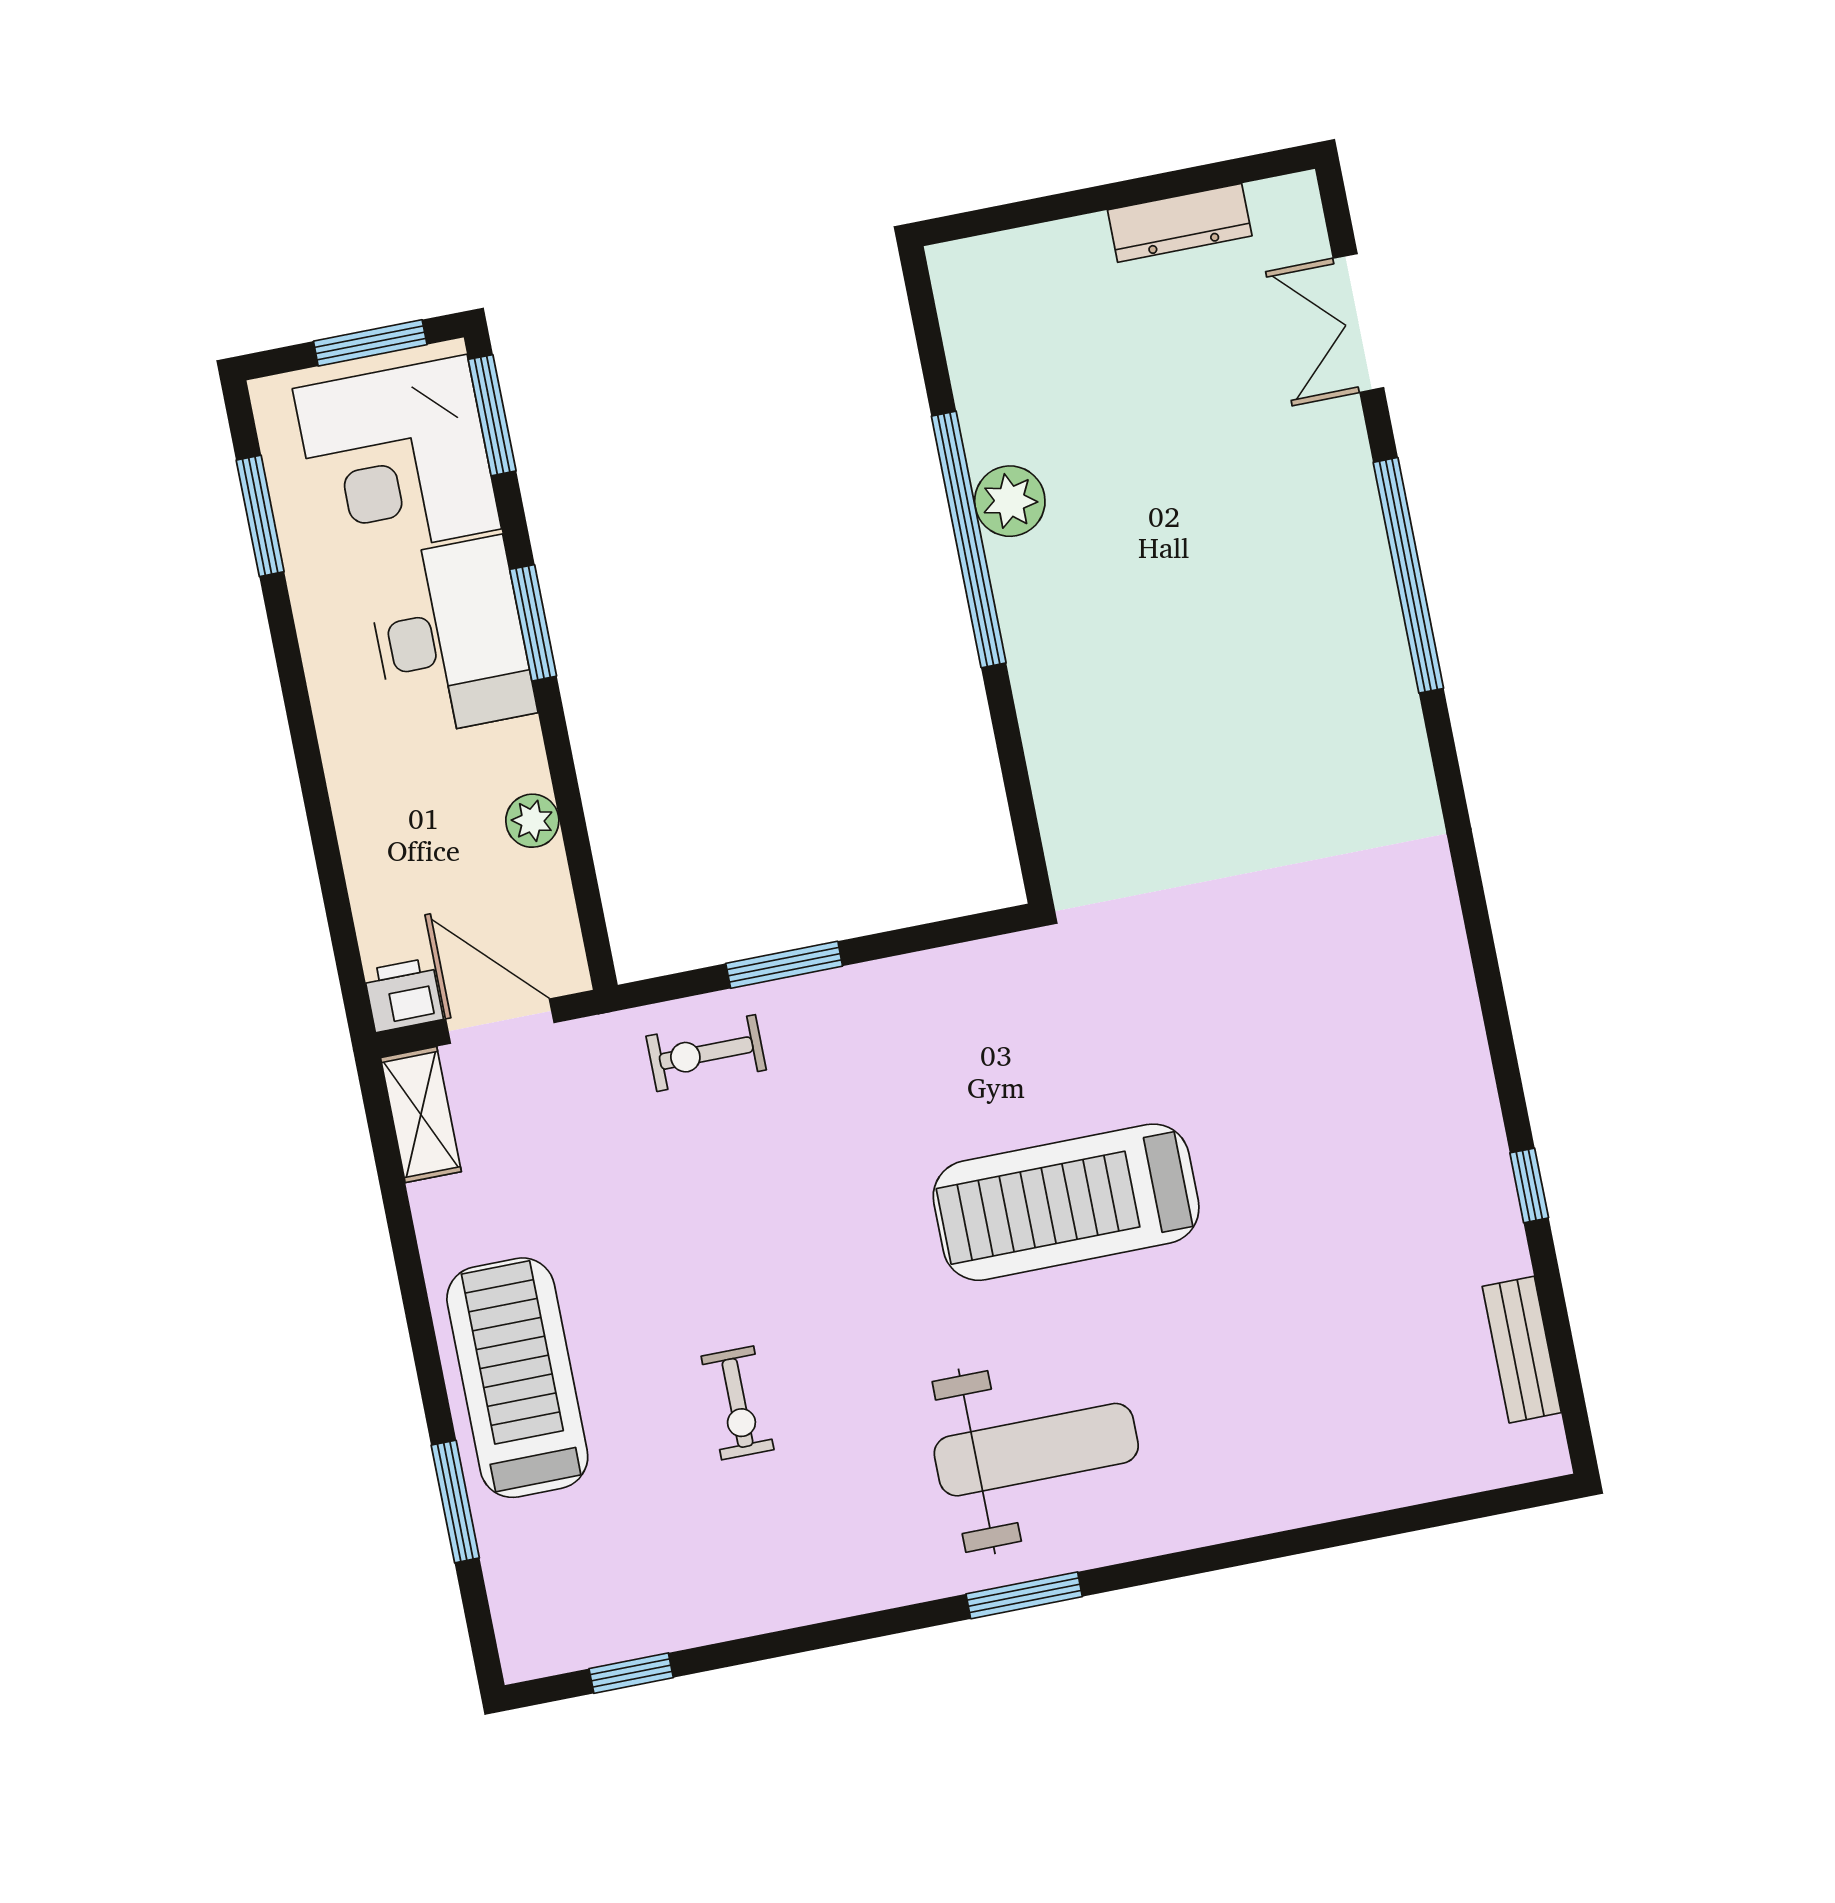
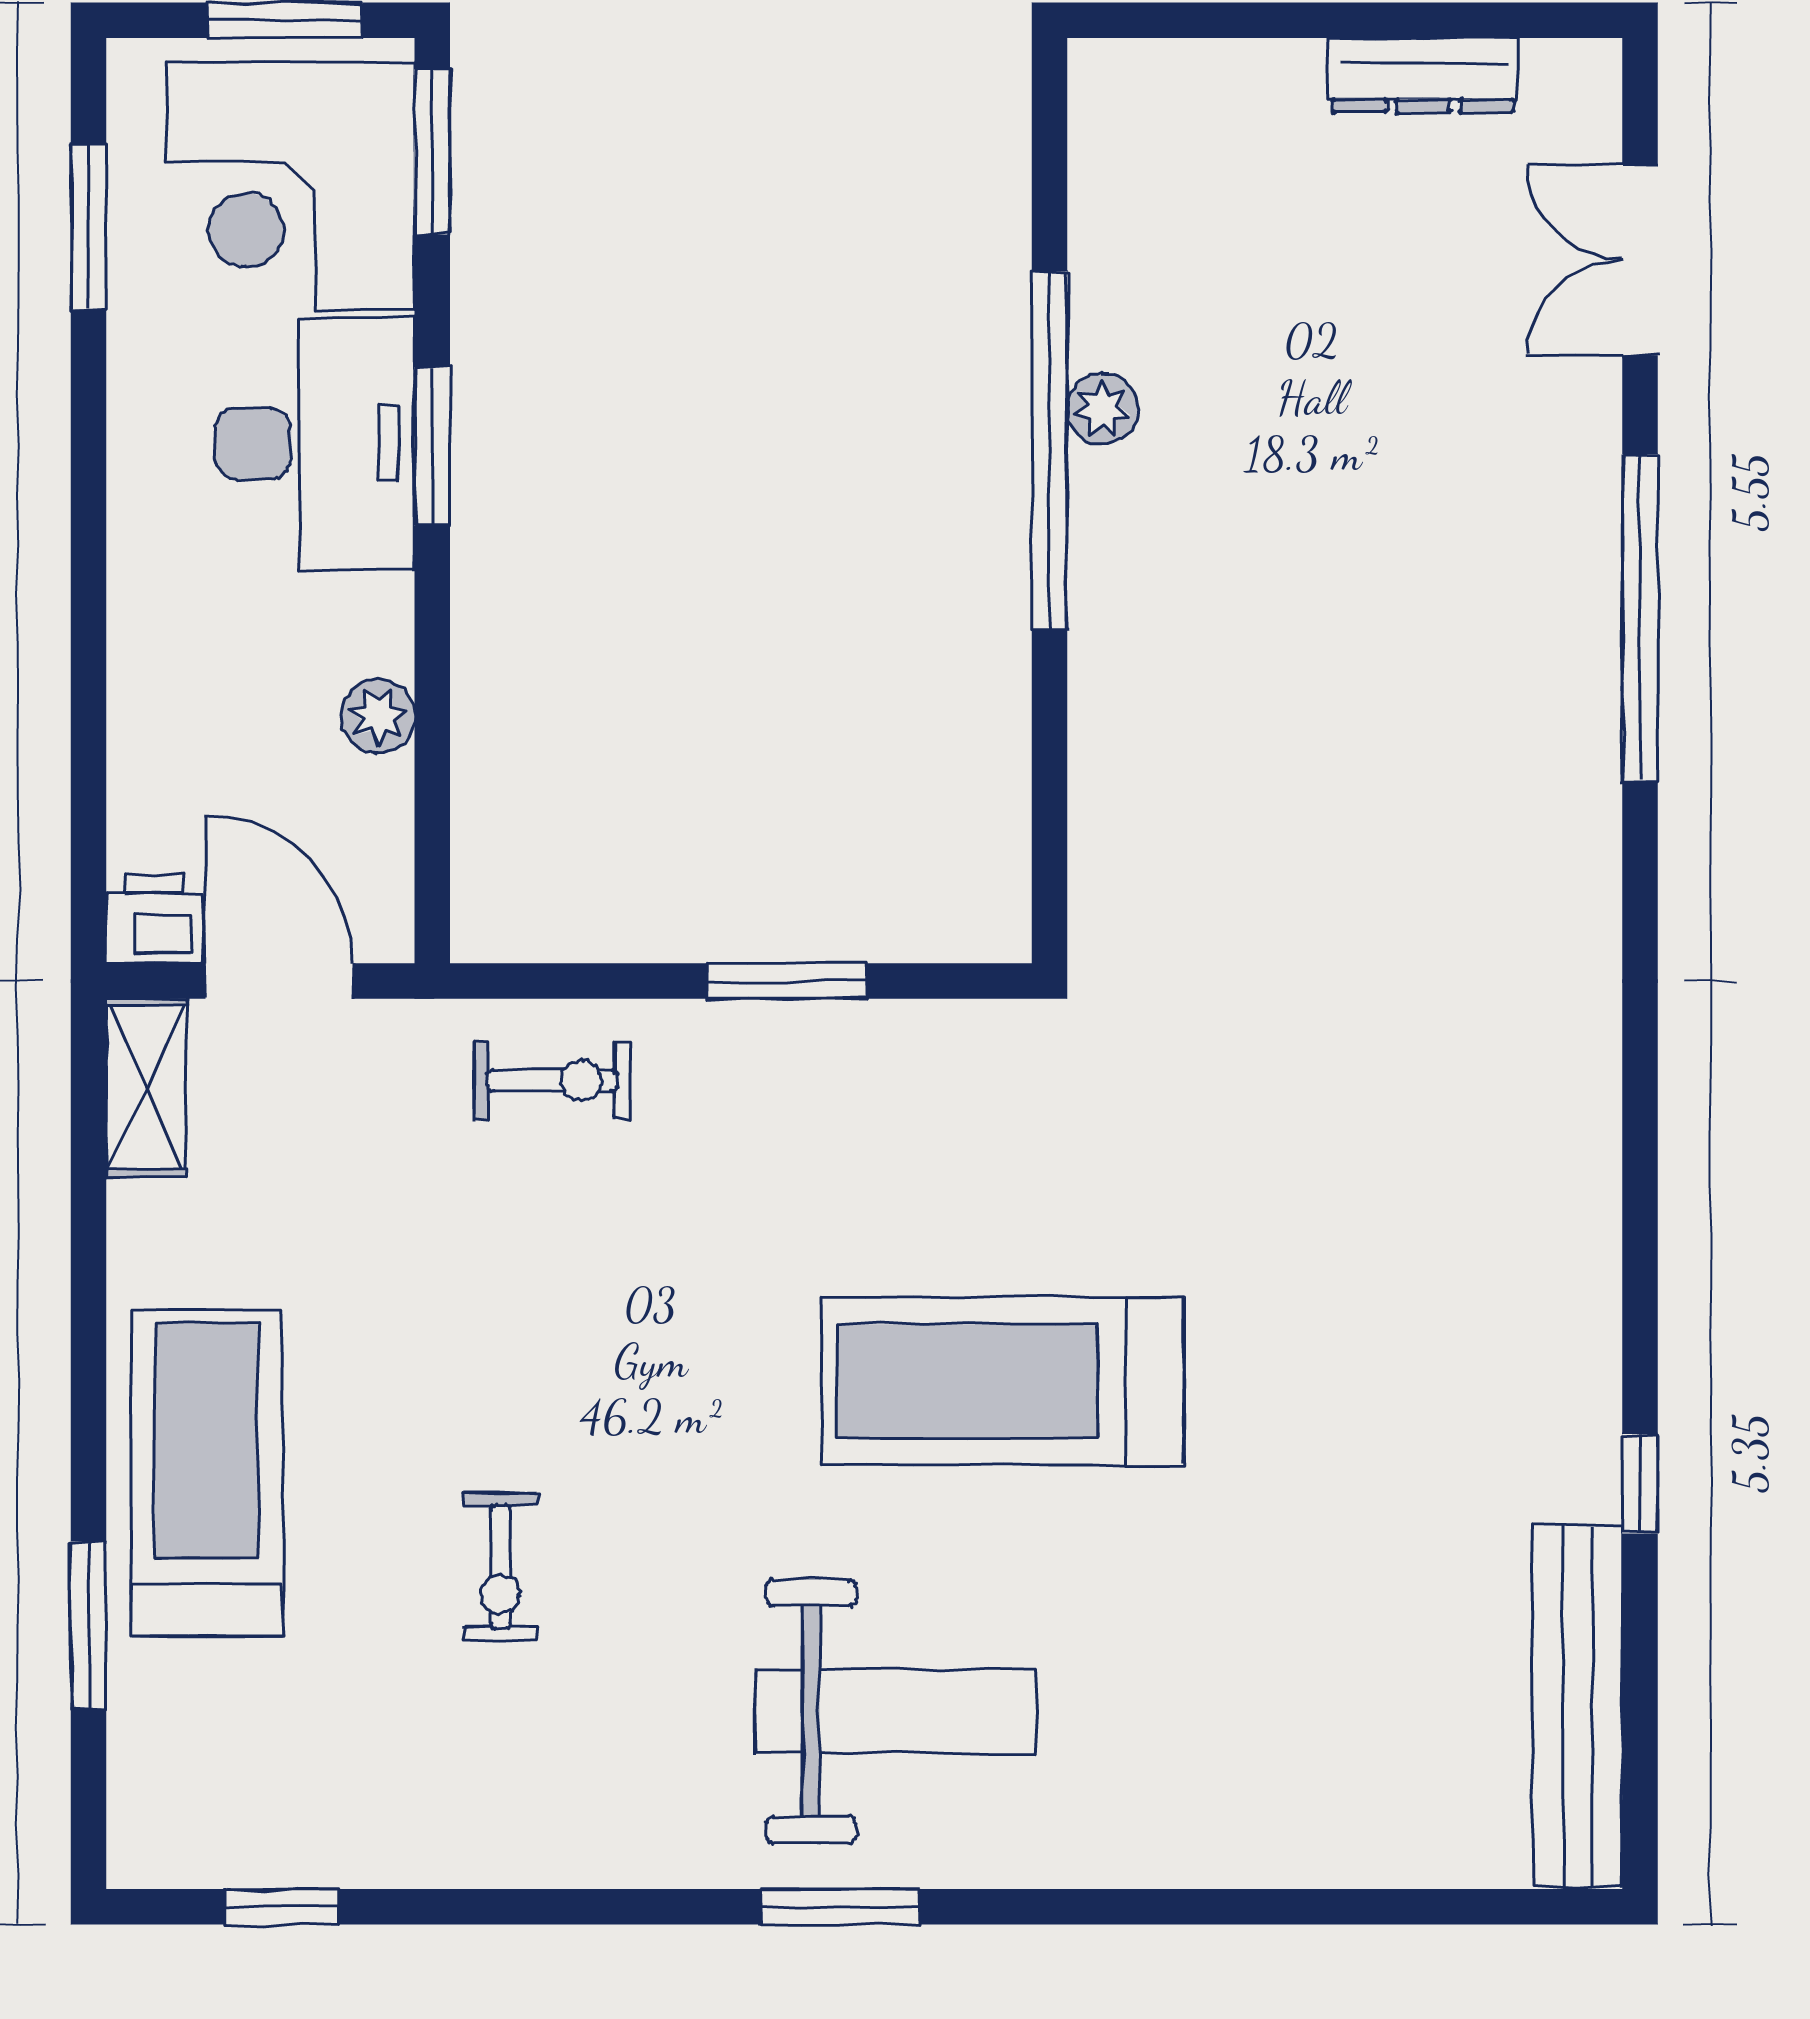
plant: (1010, 501) -> (1103, 409), width x0.73, depth x0.73
window: (784, 965) -> (787, 981), moved
exercise bike: (706, 1053) -> (552, 1081), turned 180
bench: (1522, 1350) -> (1578, 1706), width x1.86, depth x1.21

